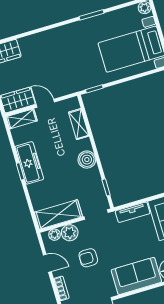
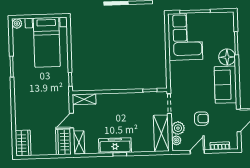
shelving: (79, 124) -> (84, 99), moved
boiler: (87, 160) -> (124, 100), removed
tv unit: (133, 212) -> (175, 75), removed
armchair: (88, 258) -> (201, 119), turned -90

